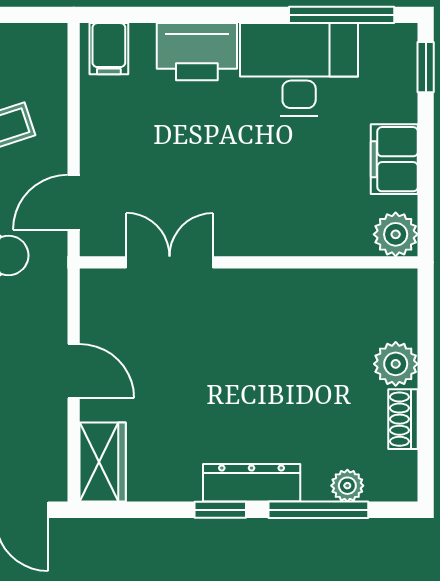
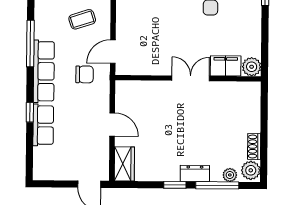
filing cabinet: (394, 159) -> (226, 66), moved, turned 90
double door: (170, 262) -> (191, 78), moved
plant: (396, 364) -> (251, 170), moved
dresser: (252, 483) -> (195, 173), width x0.70

